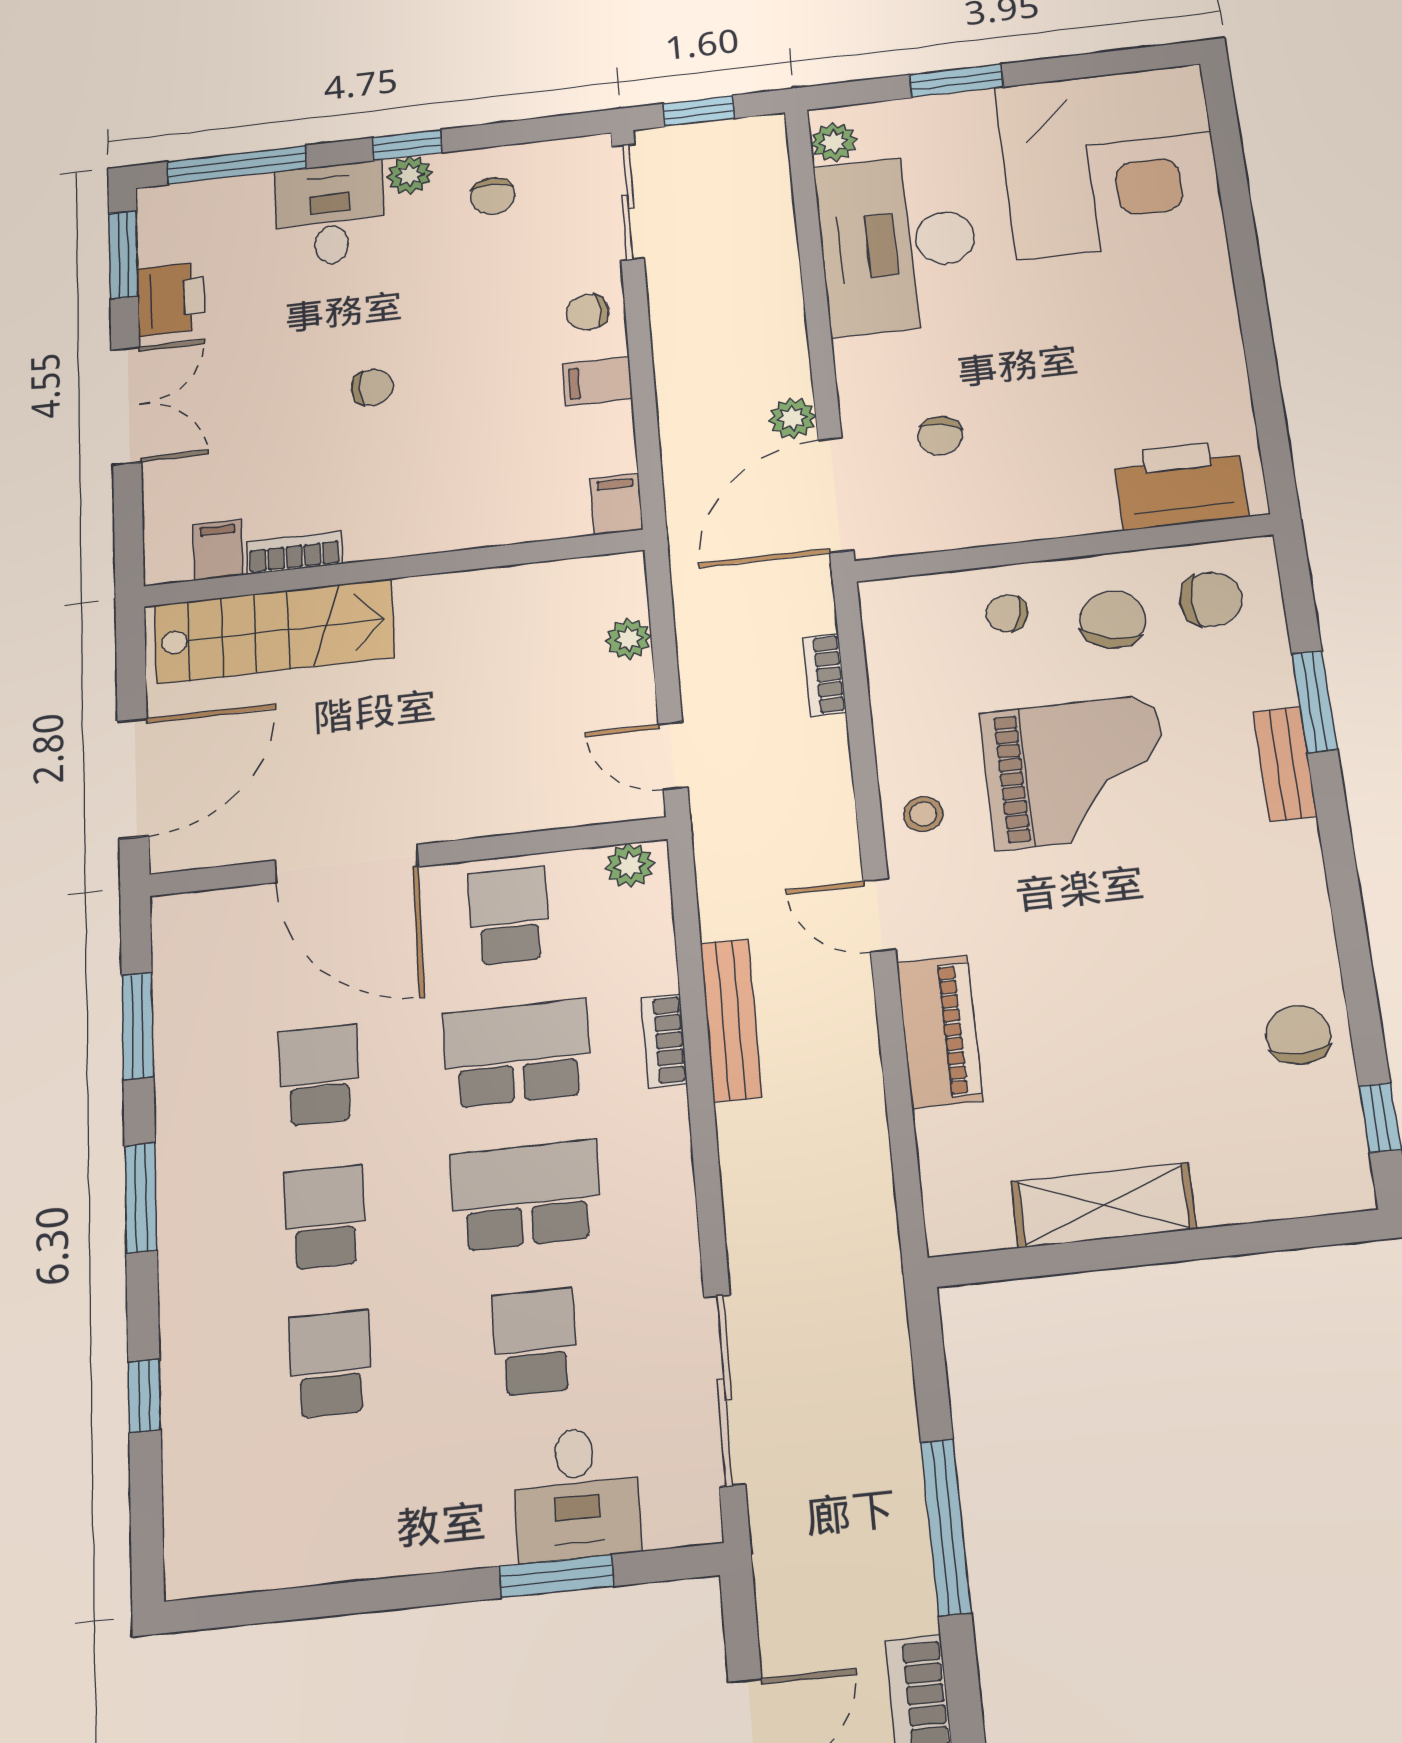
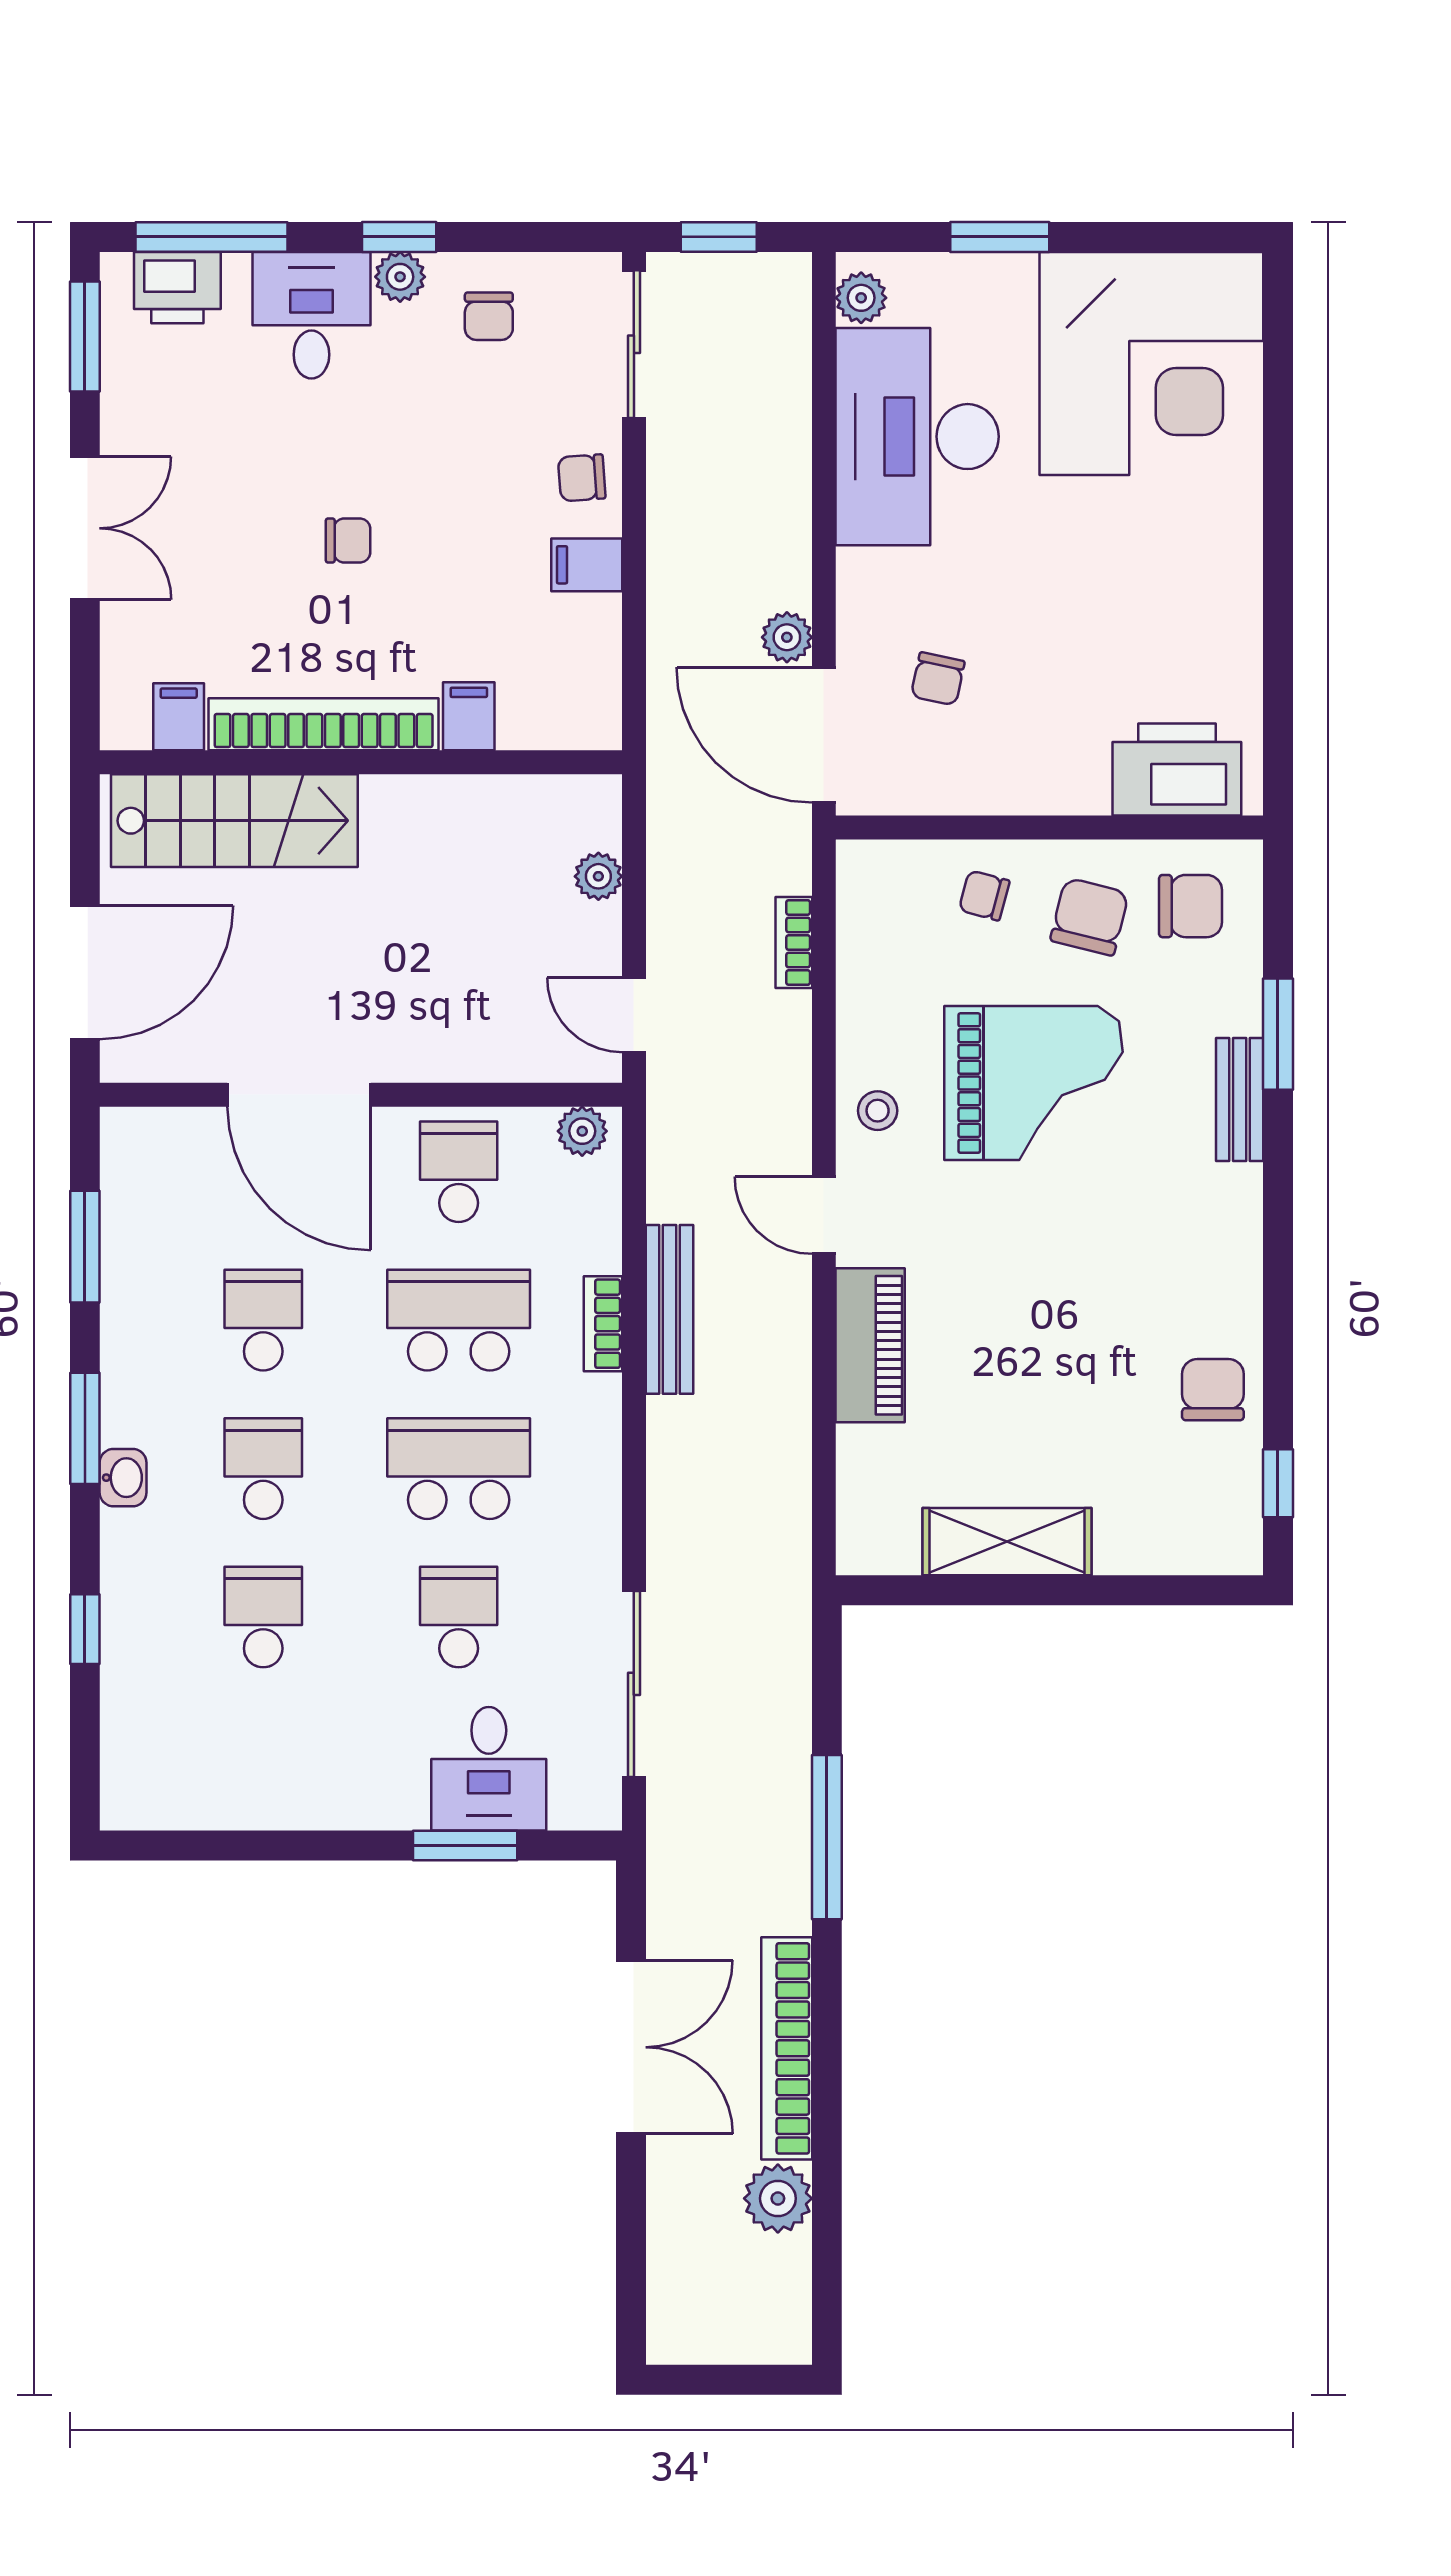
printer: (171, 299) -> (177, 288), moved, turned 90
door: (836, 495) -> (824, 735), hinge flipped
filing cabinet: (616, 504) -> (469, 716), moved
bookcase: (294, 553) -> (324, 724), width x2.31, depth x1.31
washbasin: (181, 1241) -> (123, 1478), added

